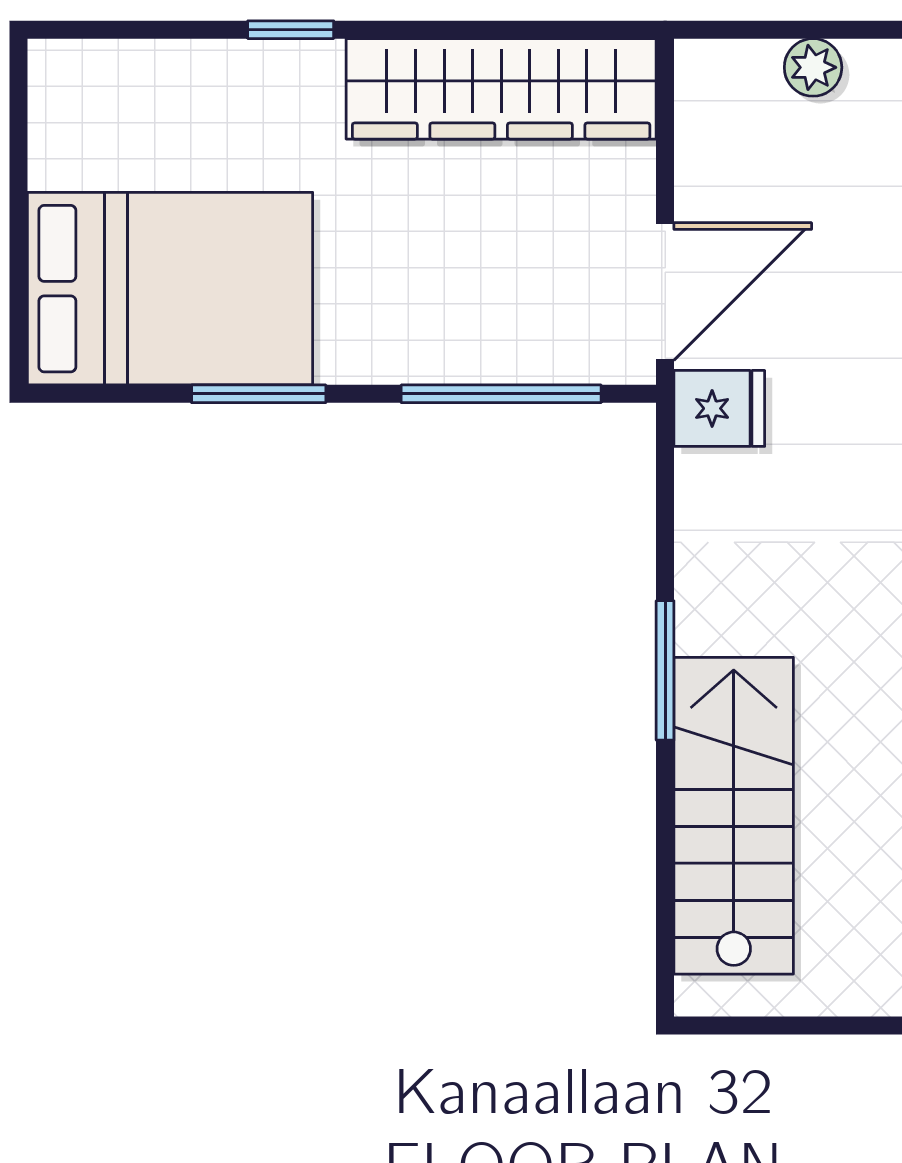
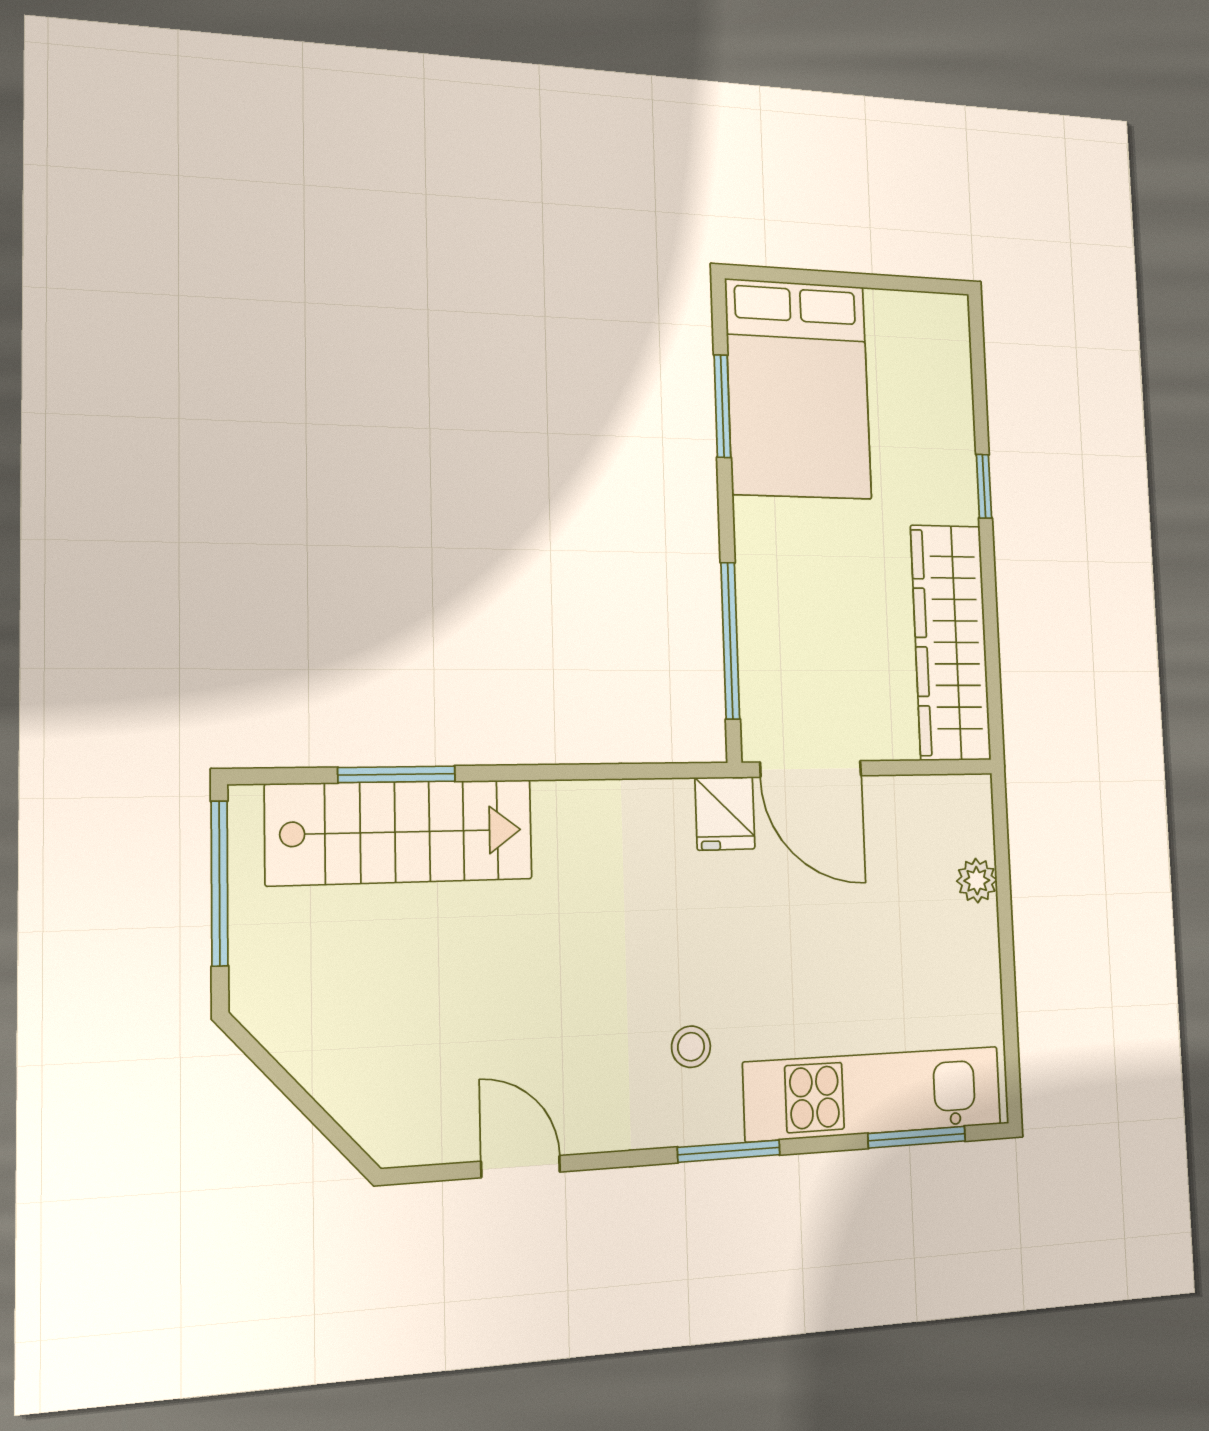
window: (259, 394) -> (722, 406), moved
window: (665, 670) -> (397, 774), moved
window: (788, 1025) -> (219, 883), added

